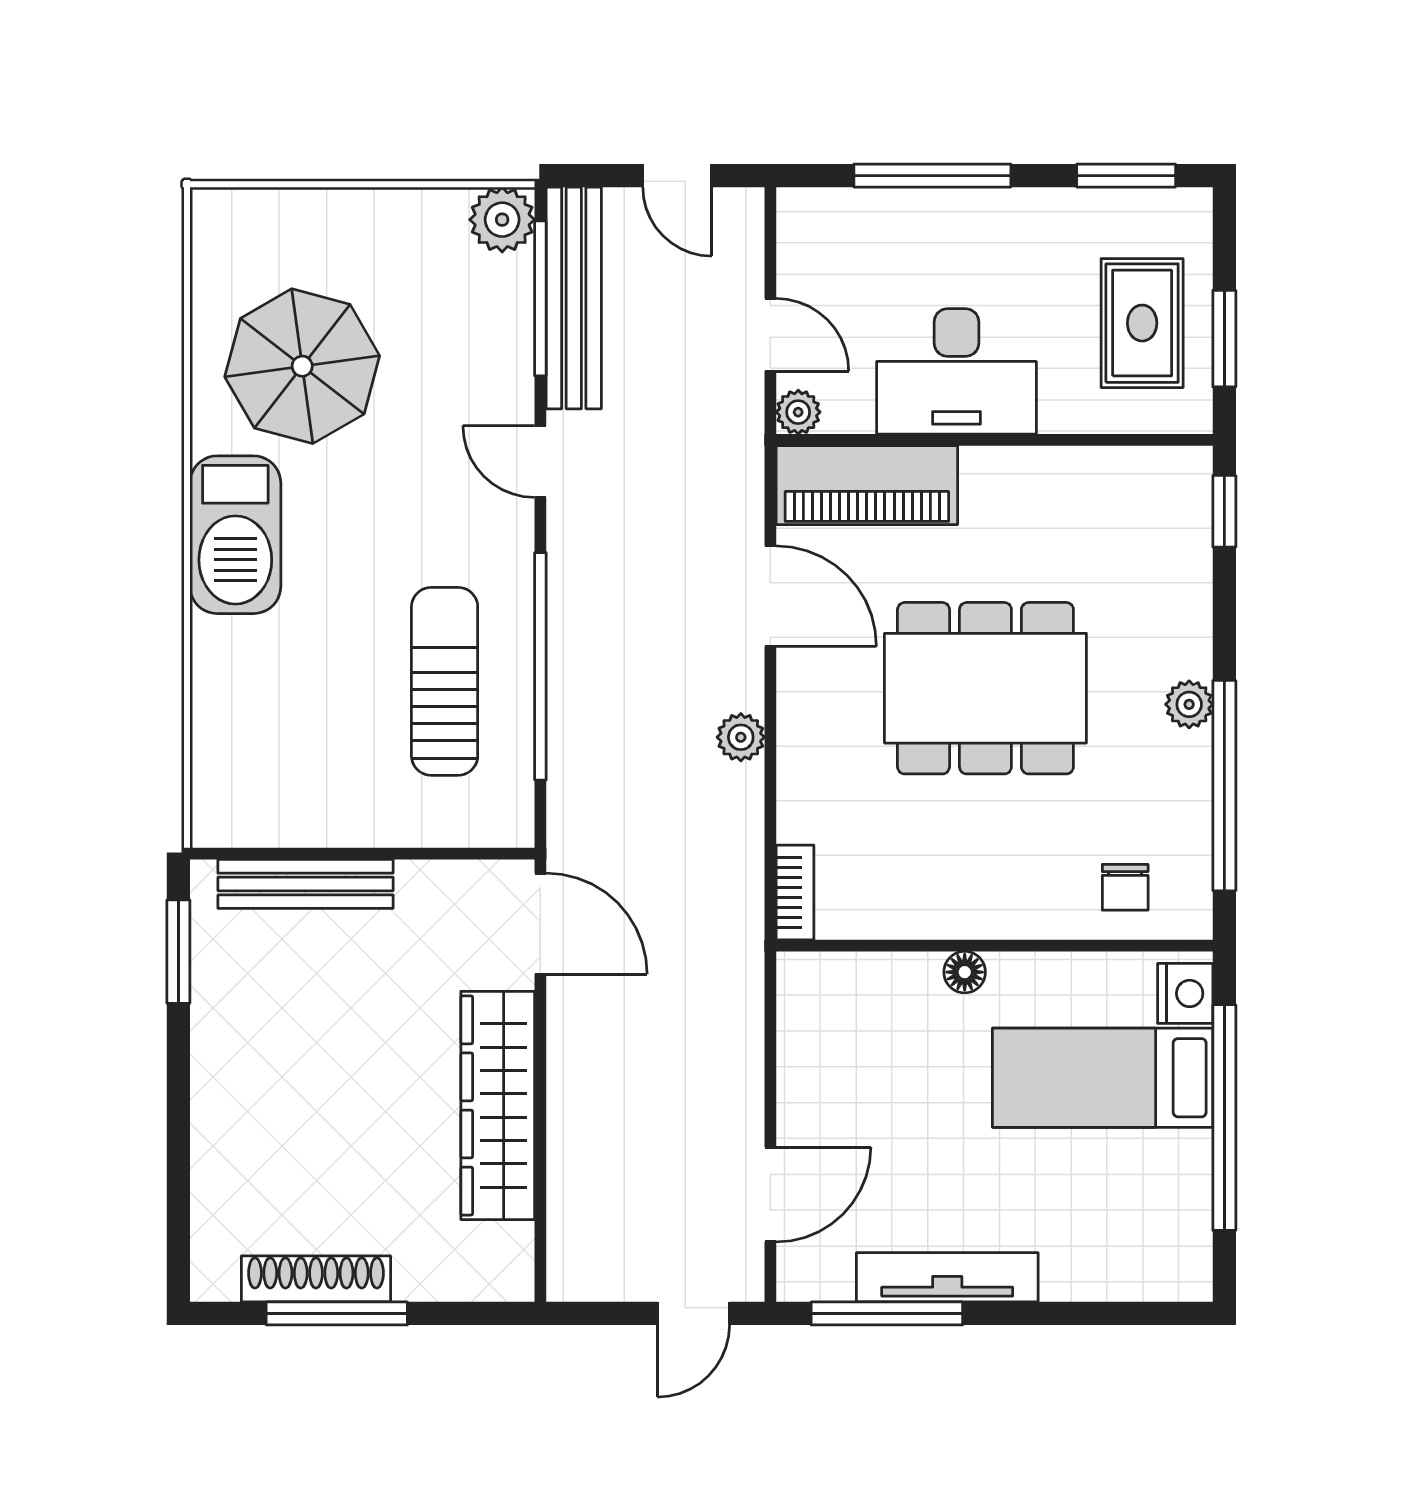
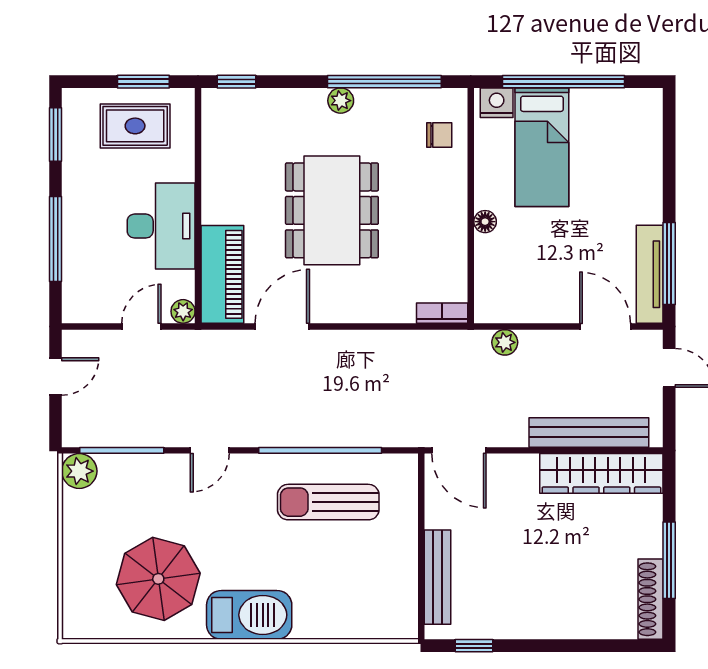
bench: (574, 298) -> (589, 432), moved
plant: (741, 737) -> (505, 342), moved
door: (540, 924) -> (459, 450), swing flipped
window: (178, 952) -> (474, 646), width x0.67
wardrobe: (498, 1105) -> (601, 473), moved
tv unit: (947, 1277) -> (650, 274), moved
shoe rack: (316, 1279) -> (651, 599), moved

